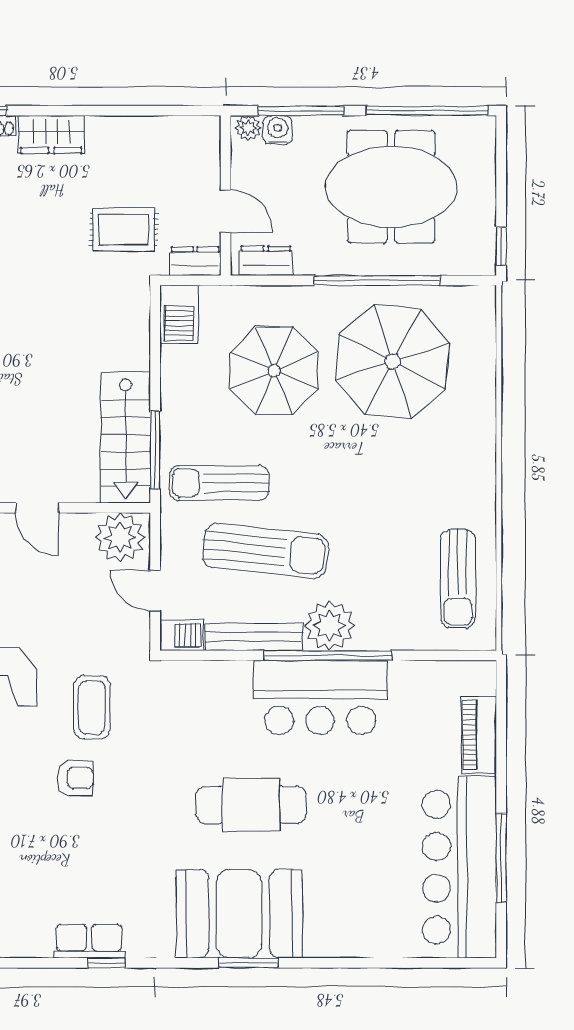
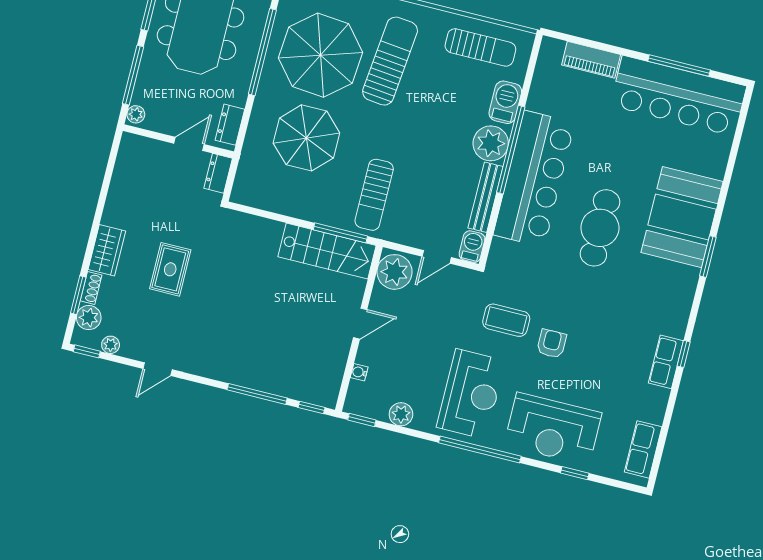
water cooler: (278, 130) -> (142, 94), removed
rug: (124, 229) -> (170, 269), moved
barbecue: (179, 314) -> (505, 102), moved, turned -90
sun lounger: (266, 551) -> (390, 61), moved
bar counter: (320, 697) -> (534, 179), width x1.36
booth: (239, 914) -> (682, 217), moved

